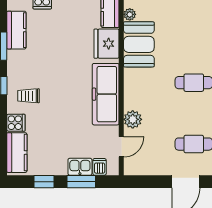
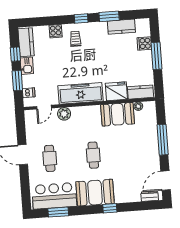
door: (121, 147) -> (44, 107), hinge flipped
kitchen counter: (17, 153) -> (26, 42), moved, turned -90
kitchen sink: (80, 167) -> (27, 66), moved

